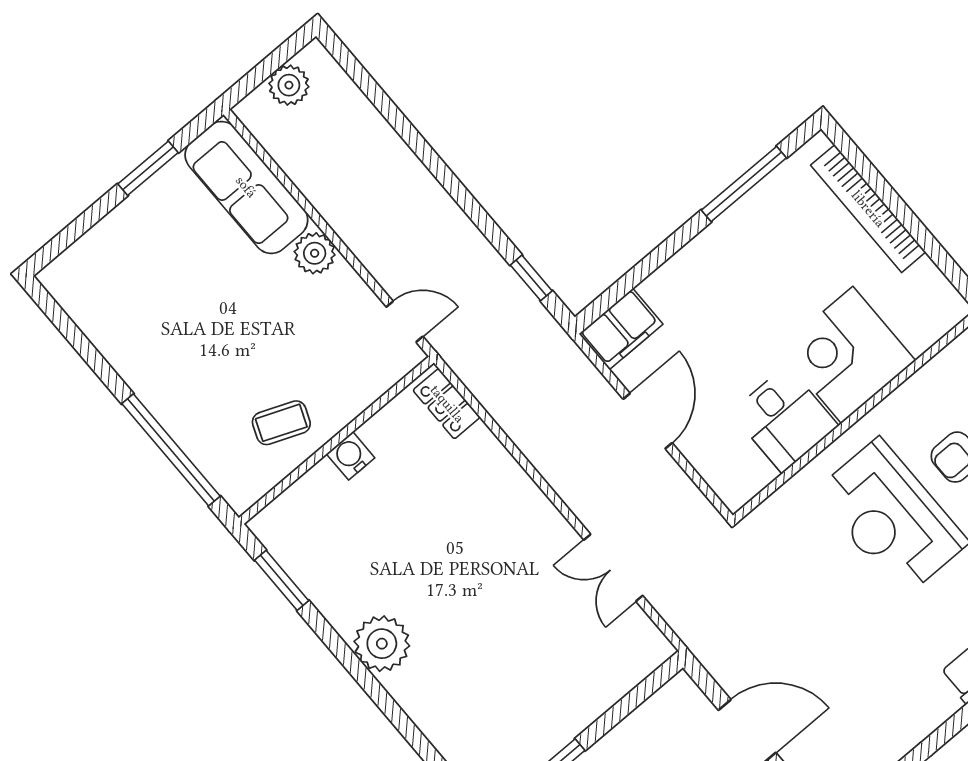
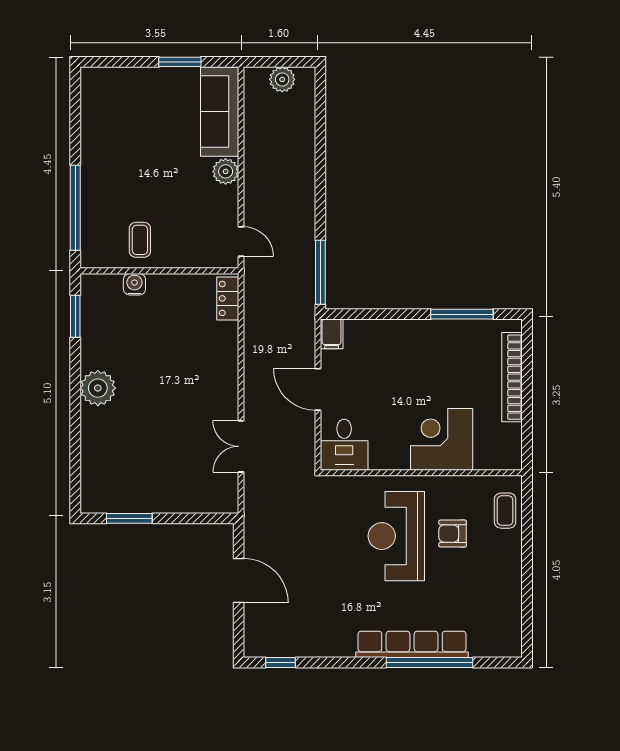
window: (531, 278) -> (320, 272), width x2.17
filing cabinet: (621, 329) -> (332, 334), width x0.50
desk: (785, 419) -> (344, 445), moved
door: (648, 421) -> (318, 389), swing flipped
coffee table: (281, 423) -> (140, 240), turned 68
water cooler: (351, 456) -> (134, 284), moved

